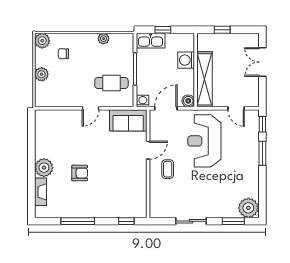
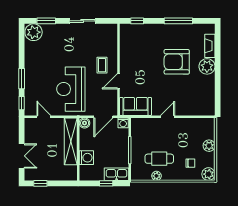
window: (222, 30) -> (40, 183), moved
cafe table: (111, 83) -> (159, 159), moved
reception desk: (204, 141) -> (71, 89), turned 180
armchair: (80, 173) -> (177, 62), width x1.88, depth x1.88

